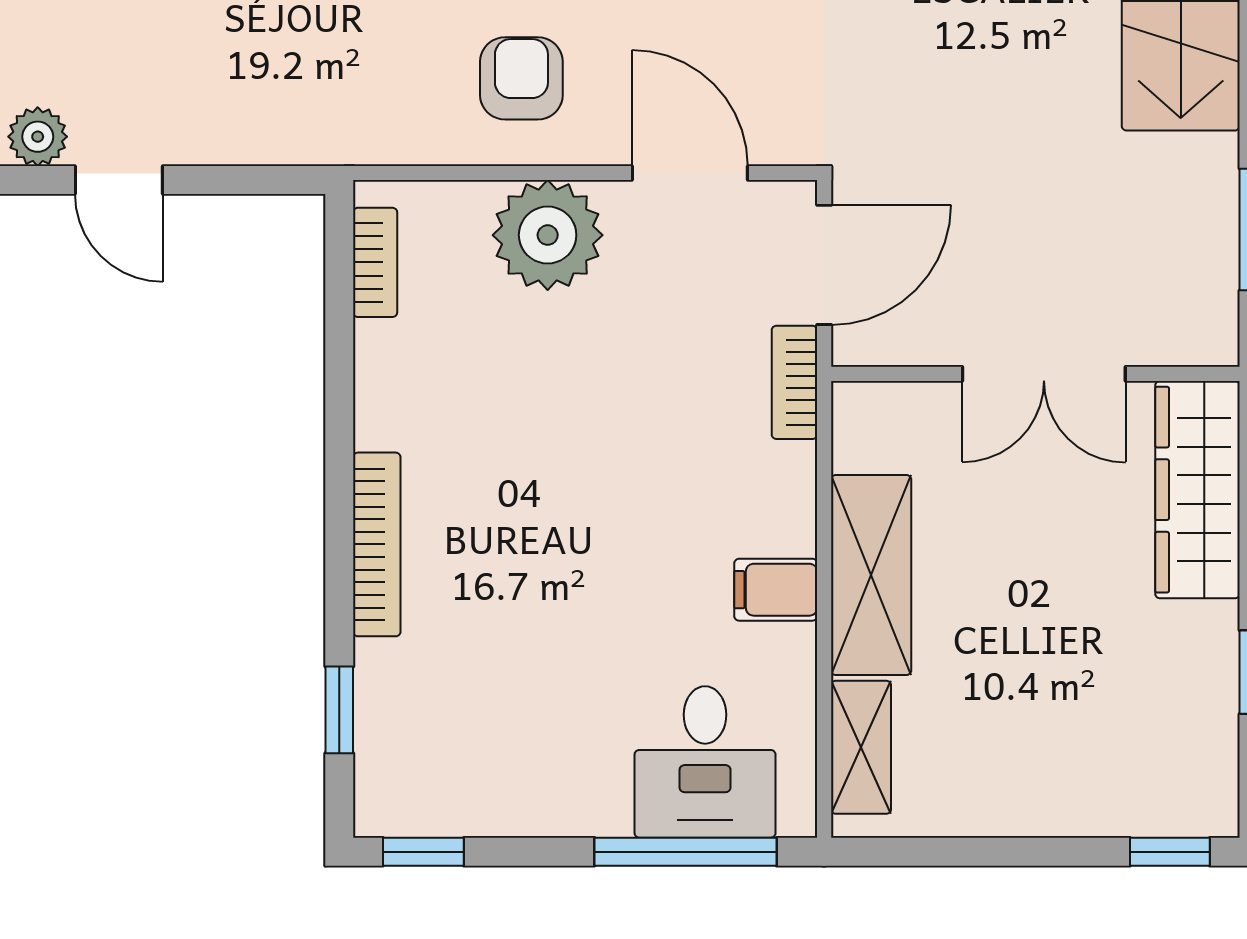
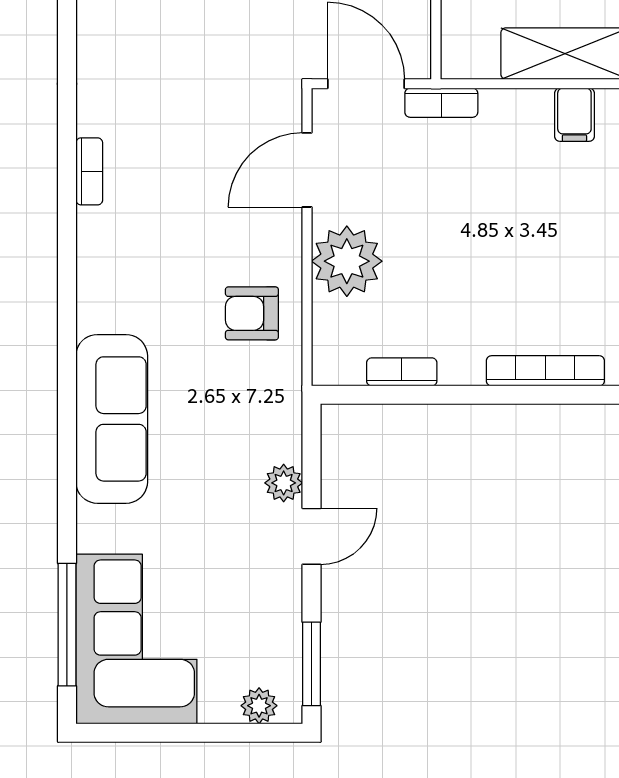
armchair: (521, 78) -> (252, 313), moved
plant: (38, 137) -> (284, 483), moved
bookcase: (375, 262) -> (402, 372), moved

